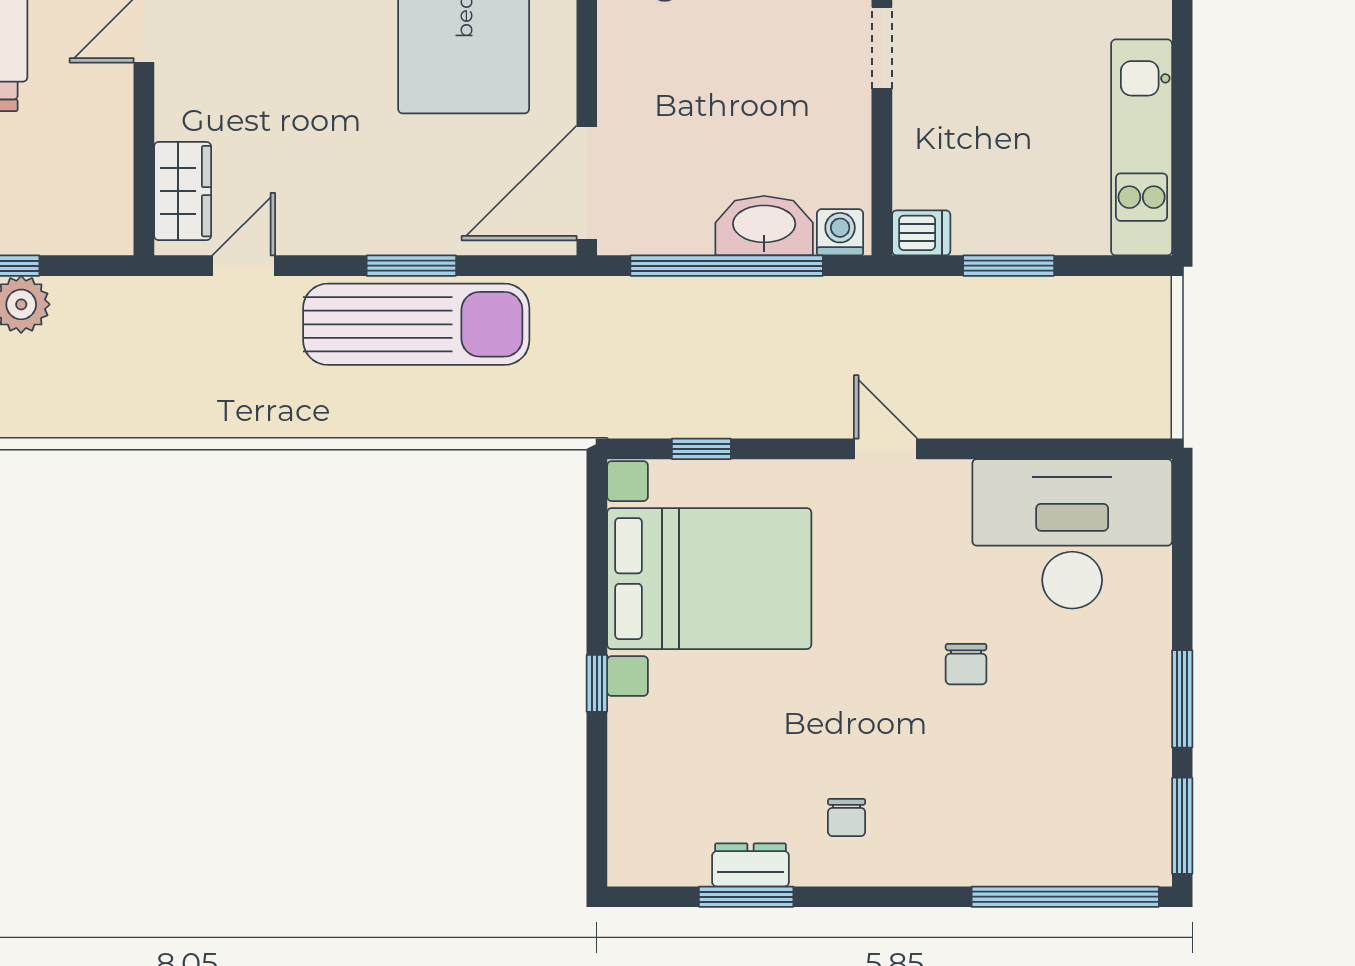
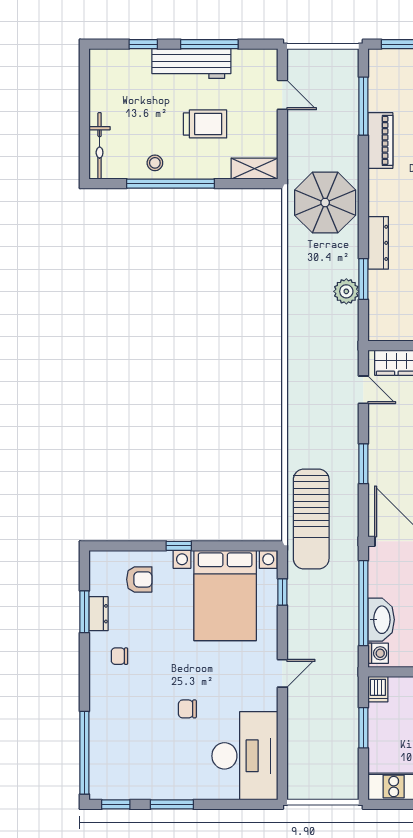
sun lounger: (416, 324) -> (311, 519), moved
armchair: (673, 773) -> (139, 579), added
window: (1182, 826) -> (116, 804), width x0.67

